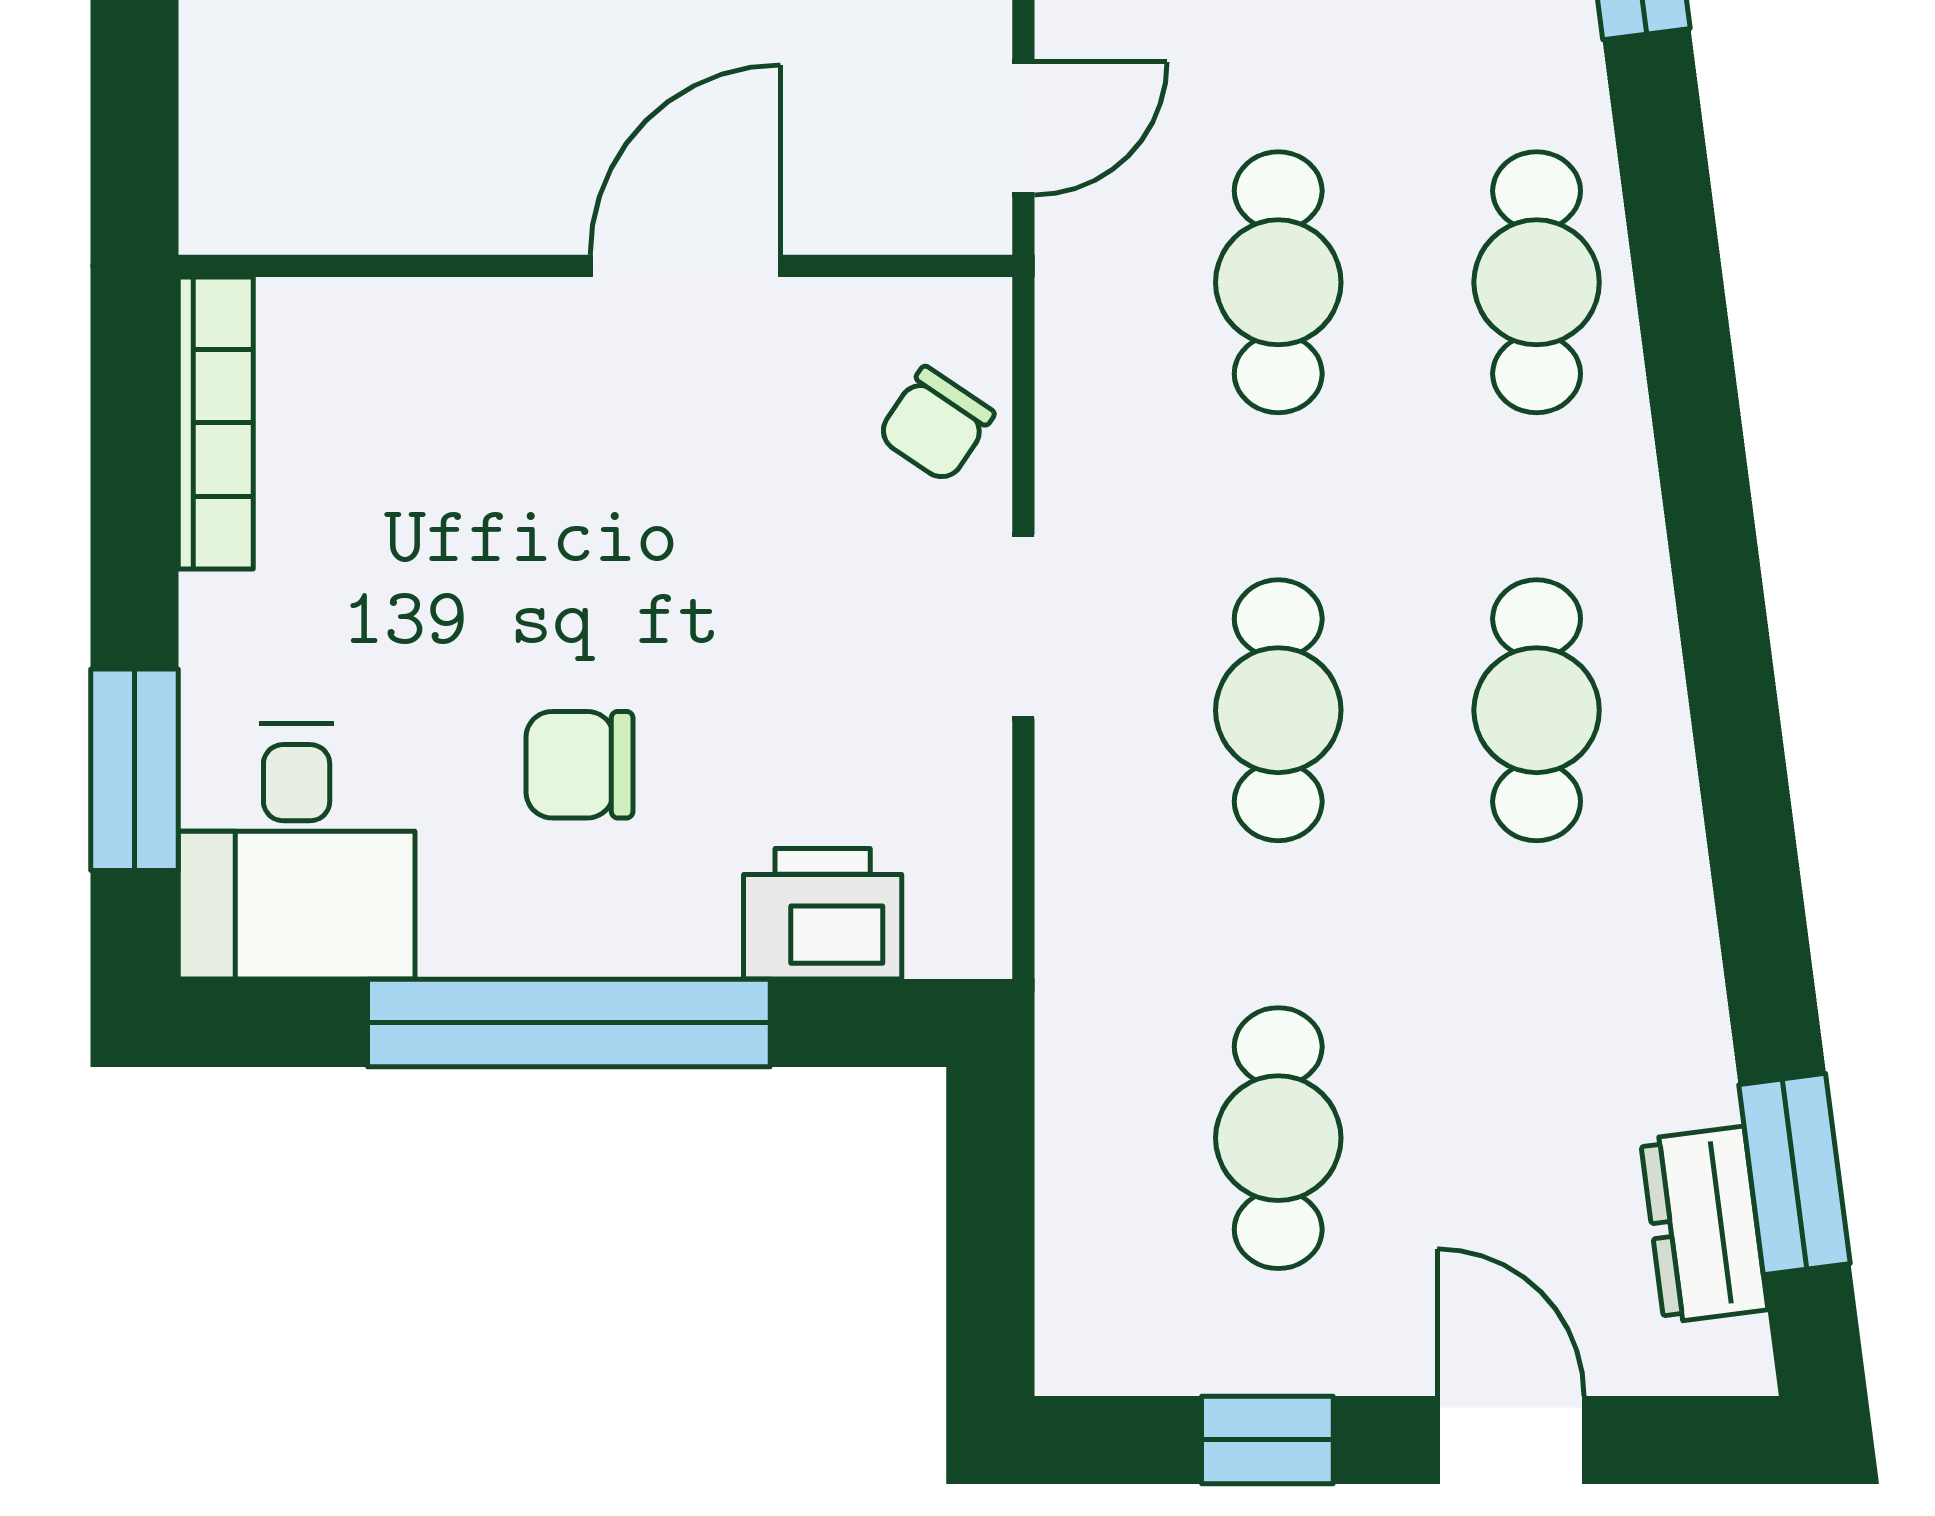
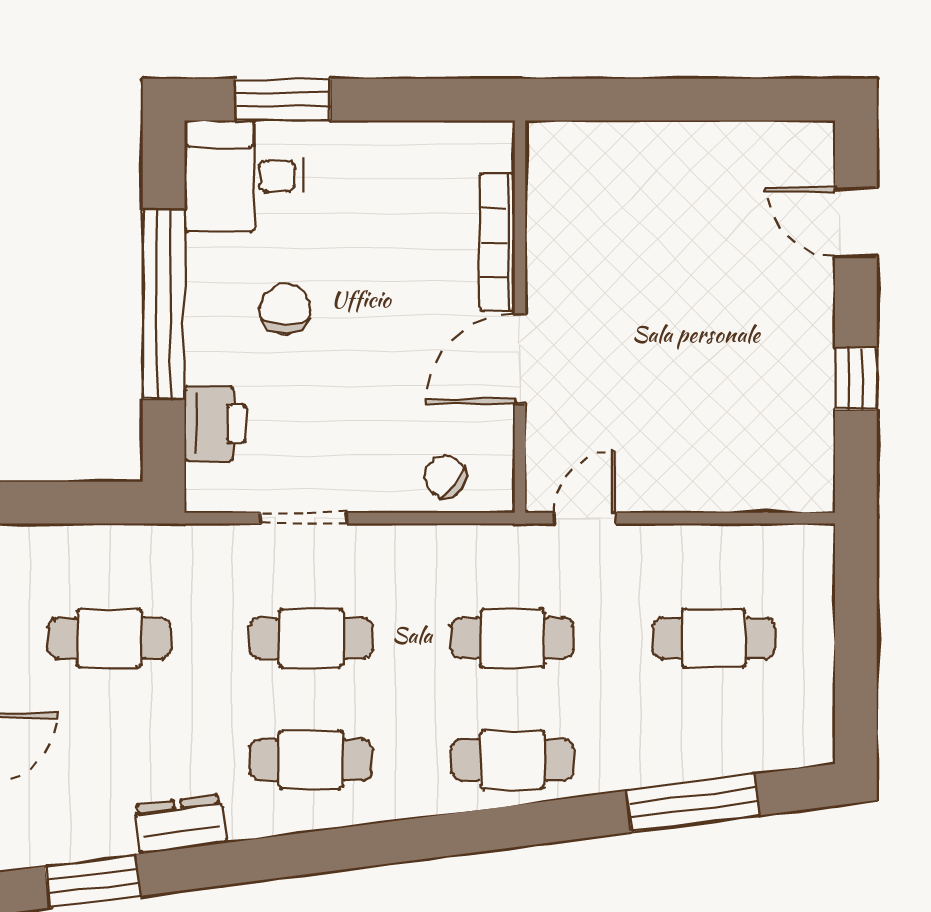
door: (1023, 128) -> (585, 518), swing flipped
door: (685, 266) -> (520, 359), swing flipped
bookcase: (216, 423) -> (497, 242), moved, turned 90
doorway: (1023, 627) -> (304, 518), moved
dresser: (1704, 1225) -> (180, 824), moved

